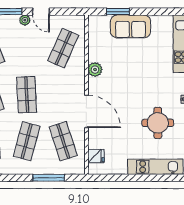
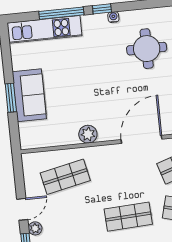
window: (118, 12) -> (11, 98), moved
shop shelf: (63, 48) -> (65, 177), turned -36

